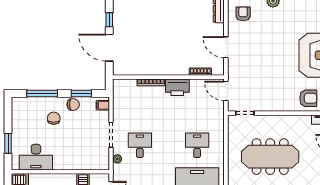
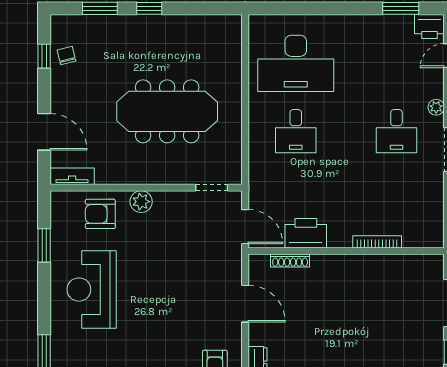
printer: (177, 87) -> (306, 233), moved
plant: (285, 105) -> (141, 202), added

